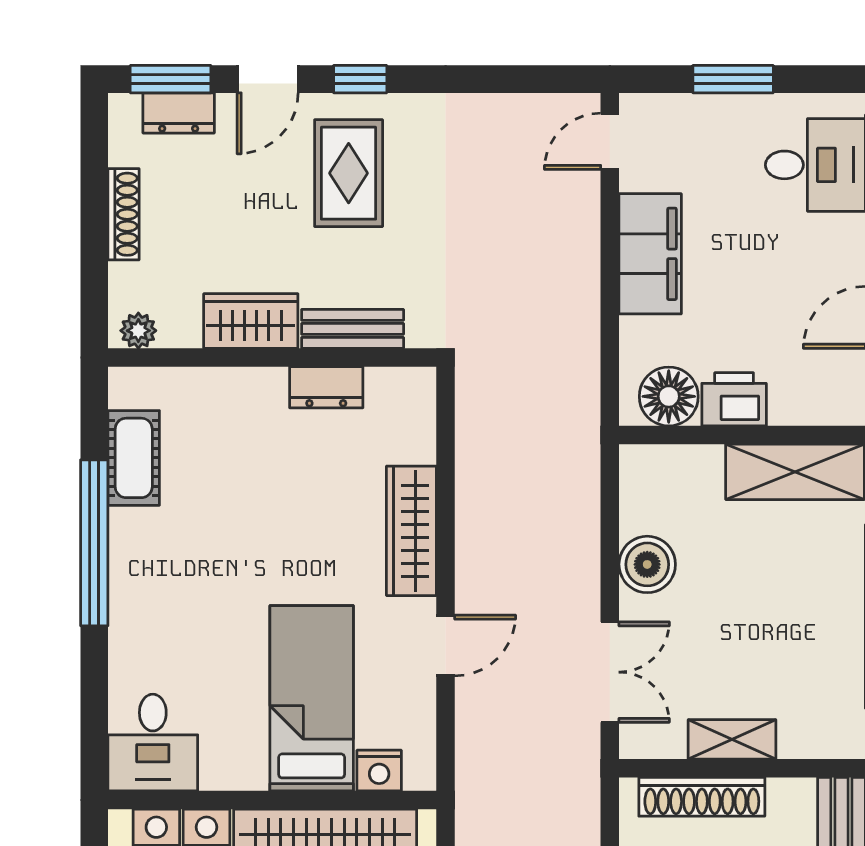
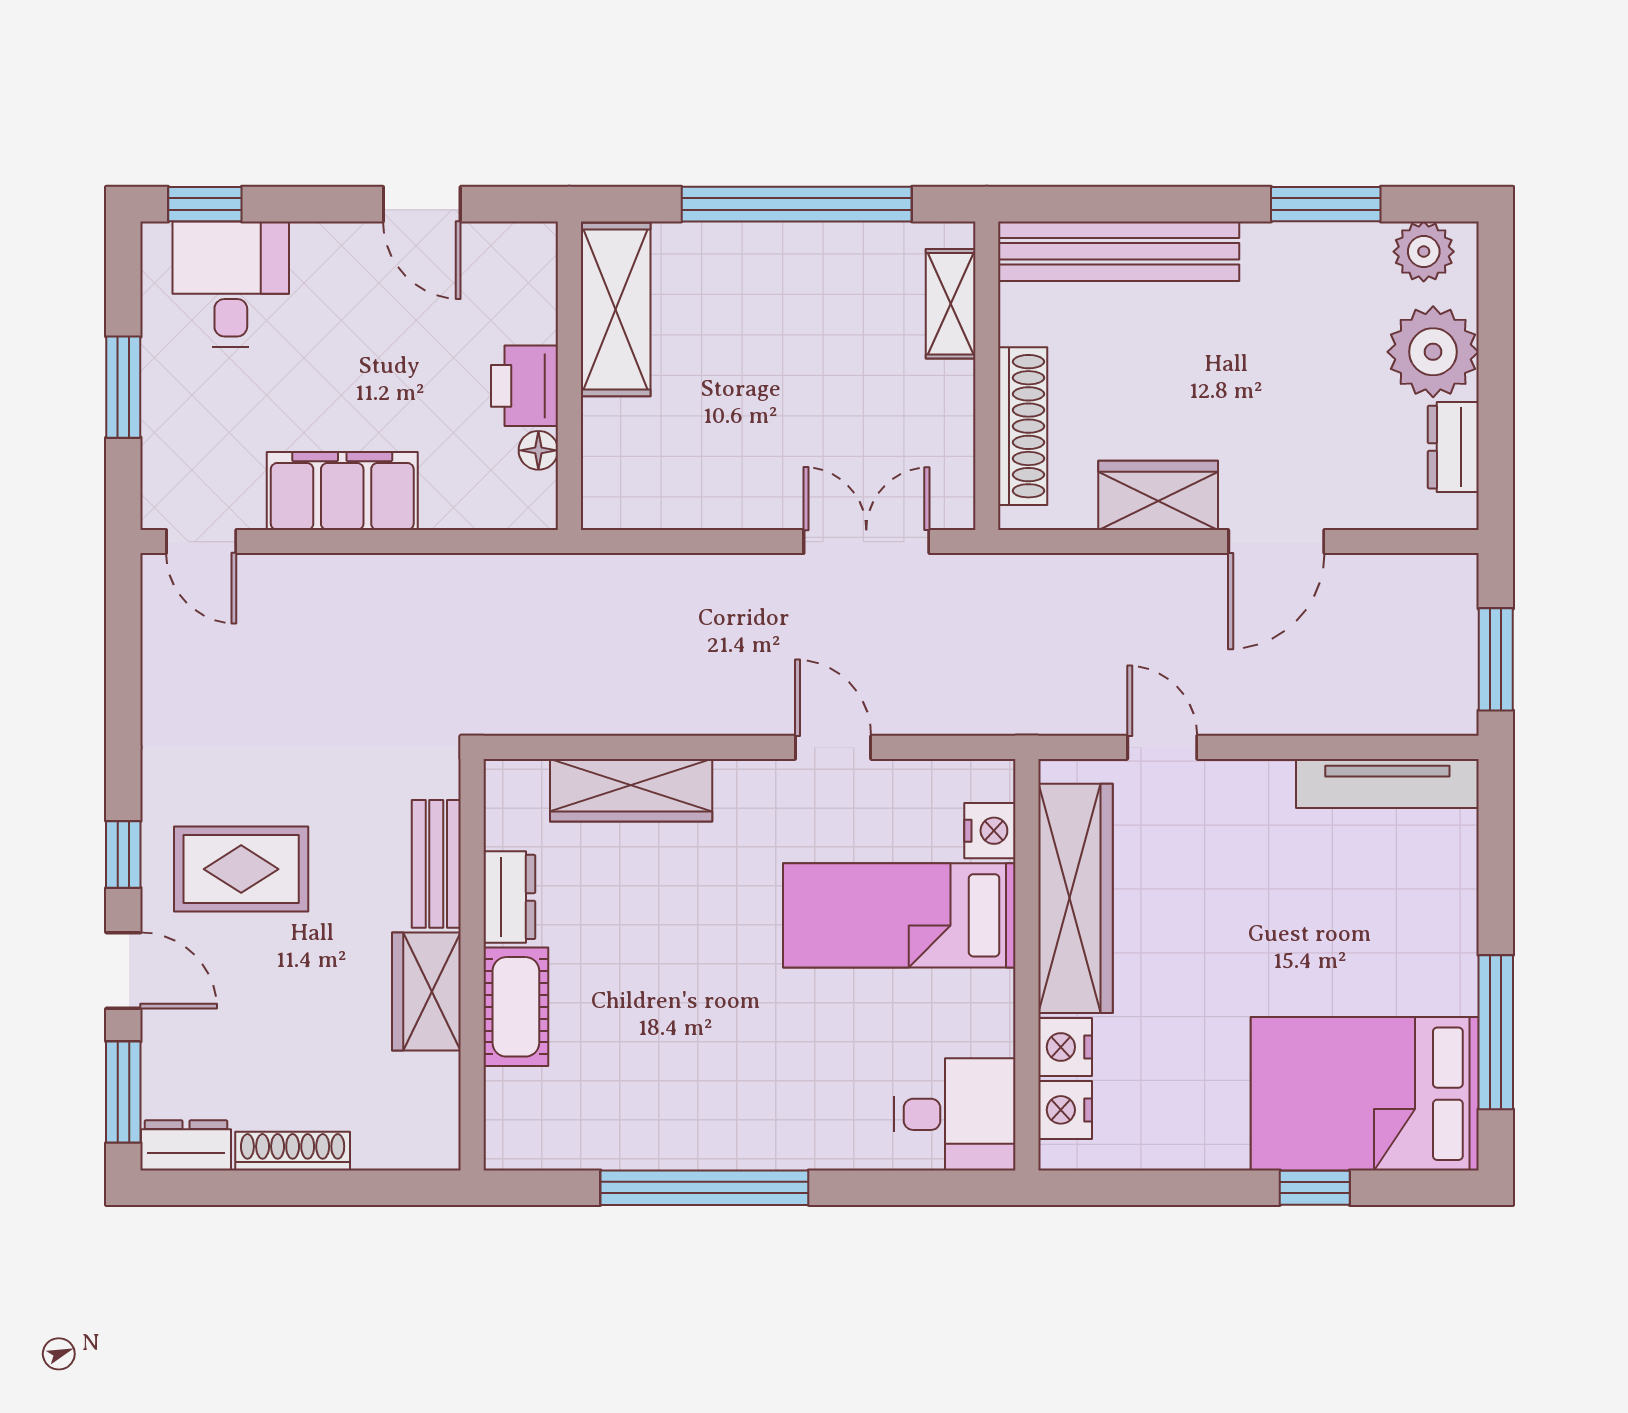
dresser: (179, 113) -> (186, 1145), moved, turned -90
plant: (138, 331) -> (438, 1132), removed
floor lamp: (669, 396) -> (538, 450), width x0.53, depth x0.53
cot: (134, 458) -> (516, 1007), moved, turned 90
wardrobe: (411, 531) -> (631, 790), moved
boiler: (647, 564) -> (731, 495), removed
shelving: (732, 739) -> (951, 304), moved

